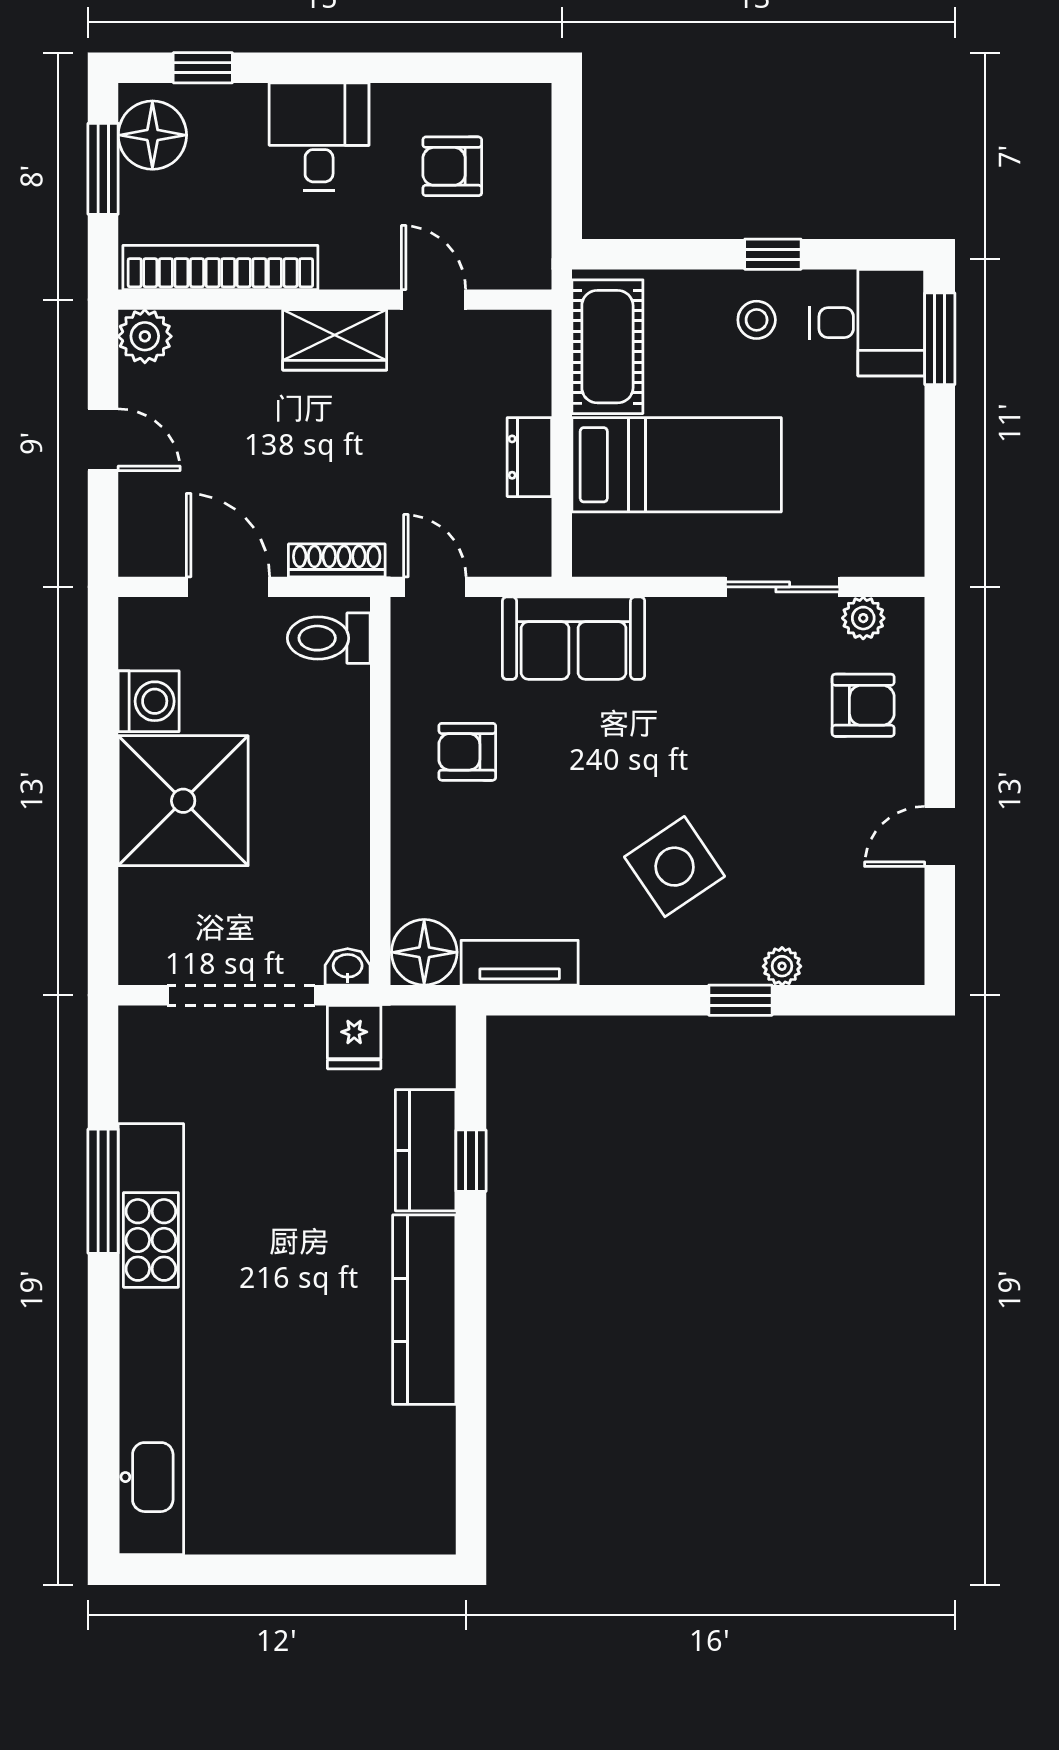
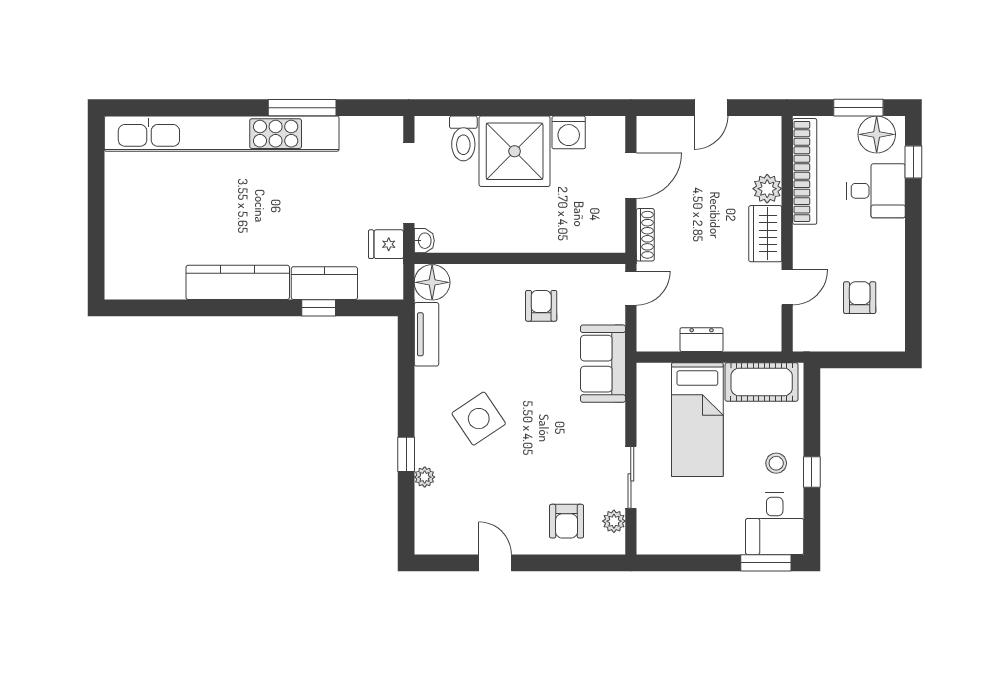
desk: (319, 137) -> (876, 191), moved
plant: (145, 336) -> (767, 189), moved
toilet: (329, 638) -> (463, 138), moved, turned 180

